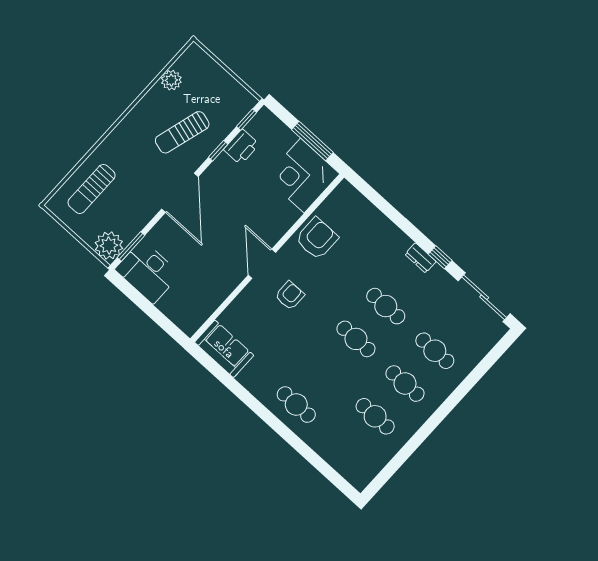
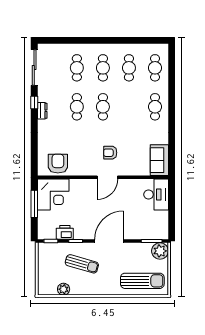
sun lounger: (92, 189) -> (142, 281), width x1.36, depth x1.34
armchair: (317, 238) -> (58, 164), moved, turned 90
desk: (148, 272) -> (156, 194), moved
cafe table: (345, 449) -> (155, 68), added

